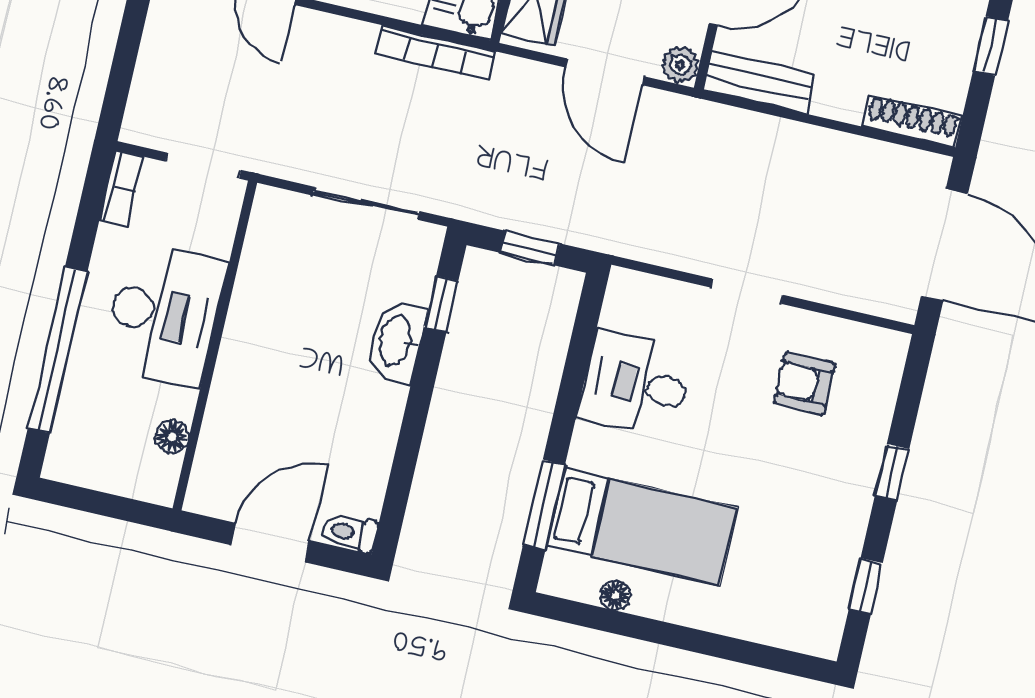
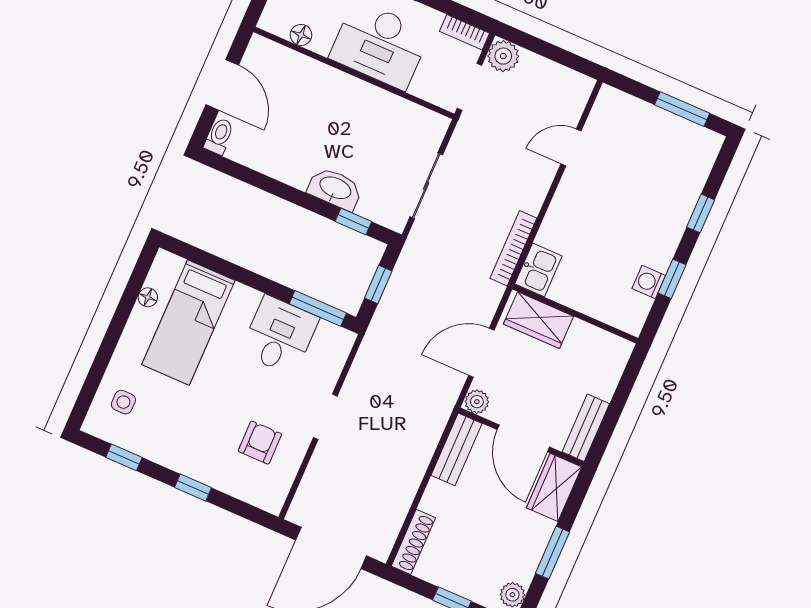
plant: (147, 123) -> (503, 56), added
window: (544, 505) -> (318, 308), moved
side table: (782, 603) -> (123, 402), added

